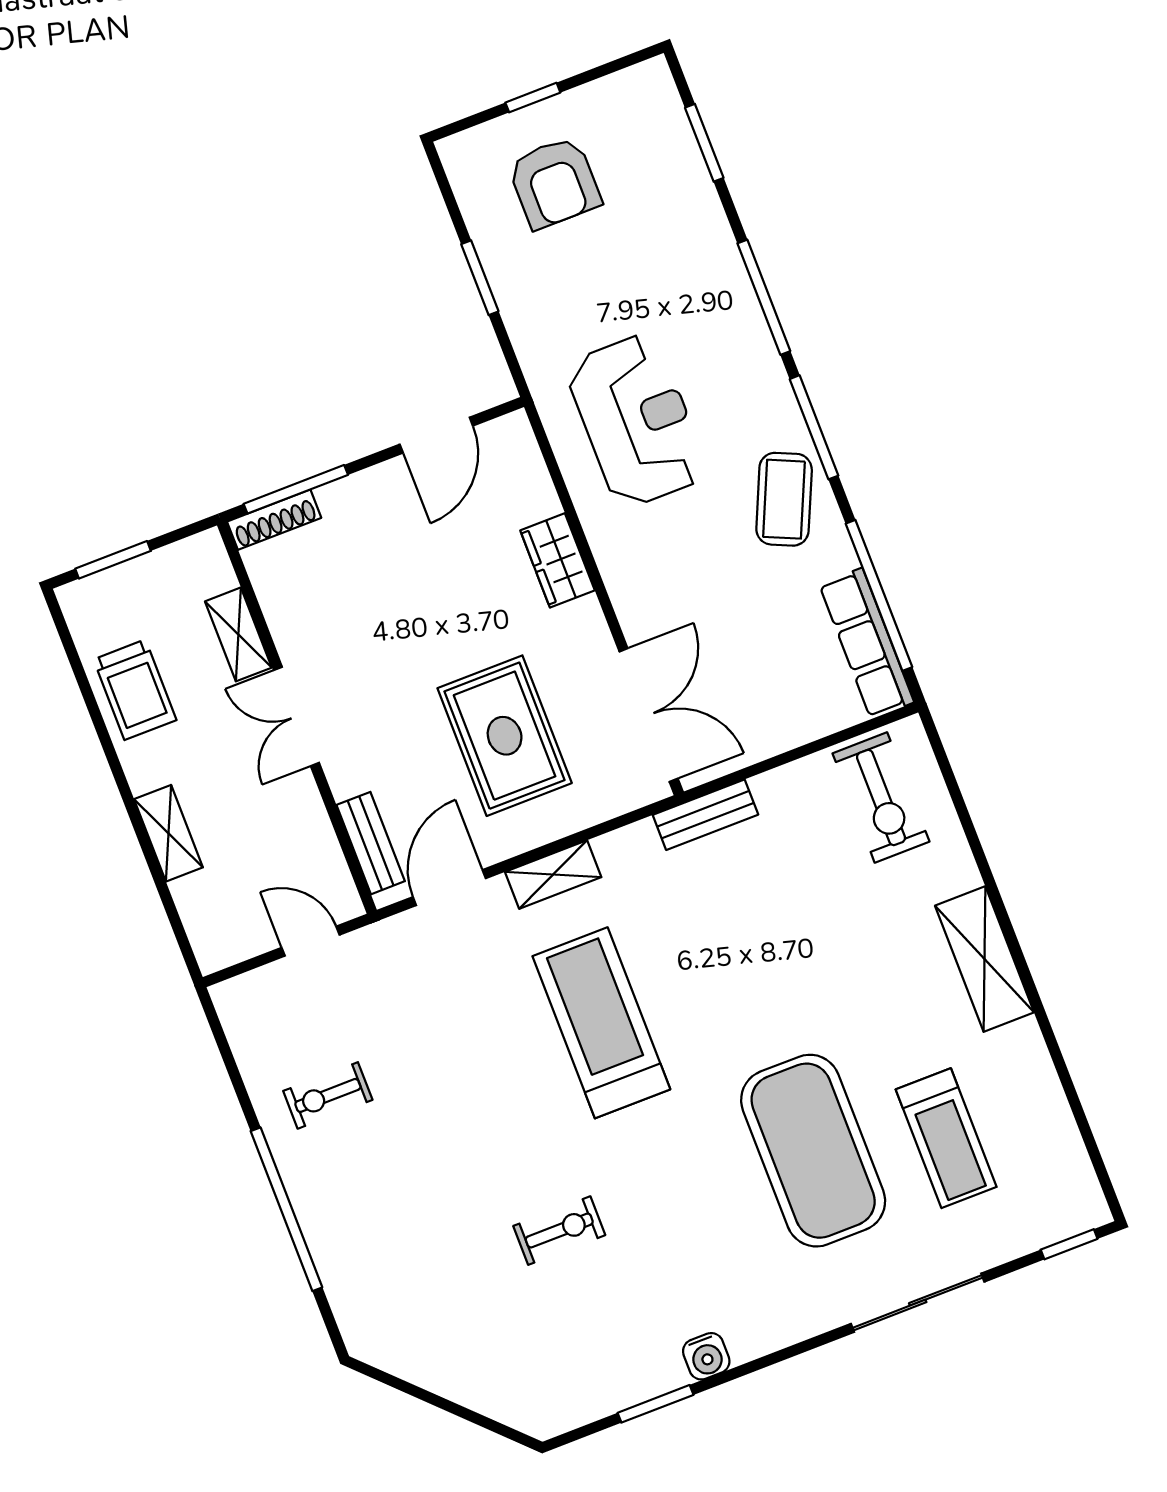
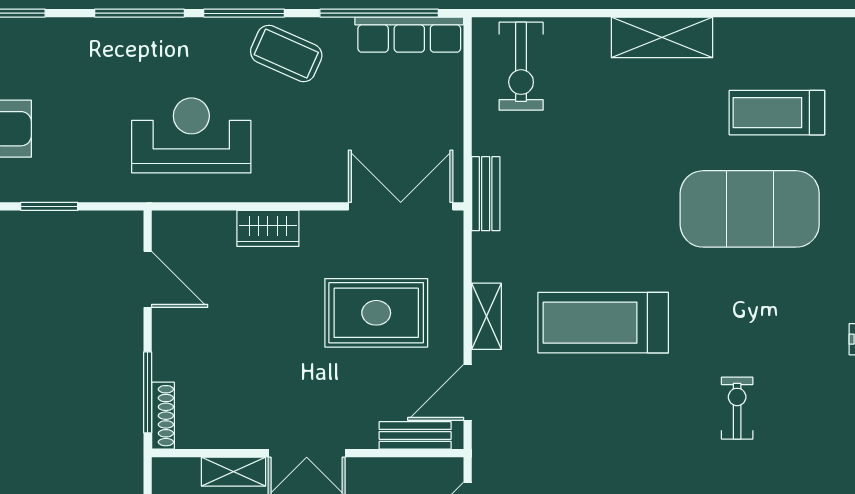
exercise bike: (881, 798) -> (521, 66), turned 90
door: (449, 888) -> (468, 392), hinge flipped
treadmill: (946, 1138) -> (777, 113), turned 180

